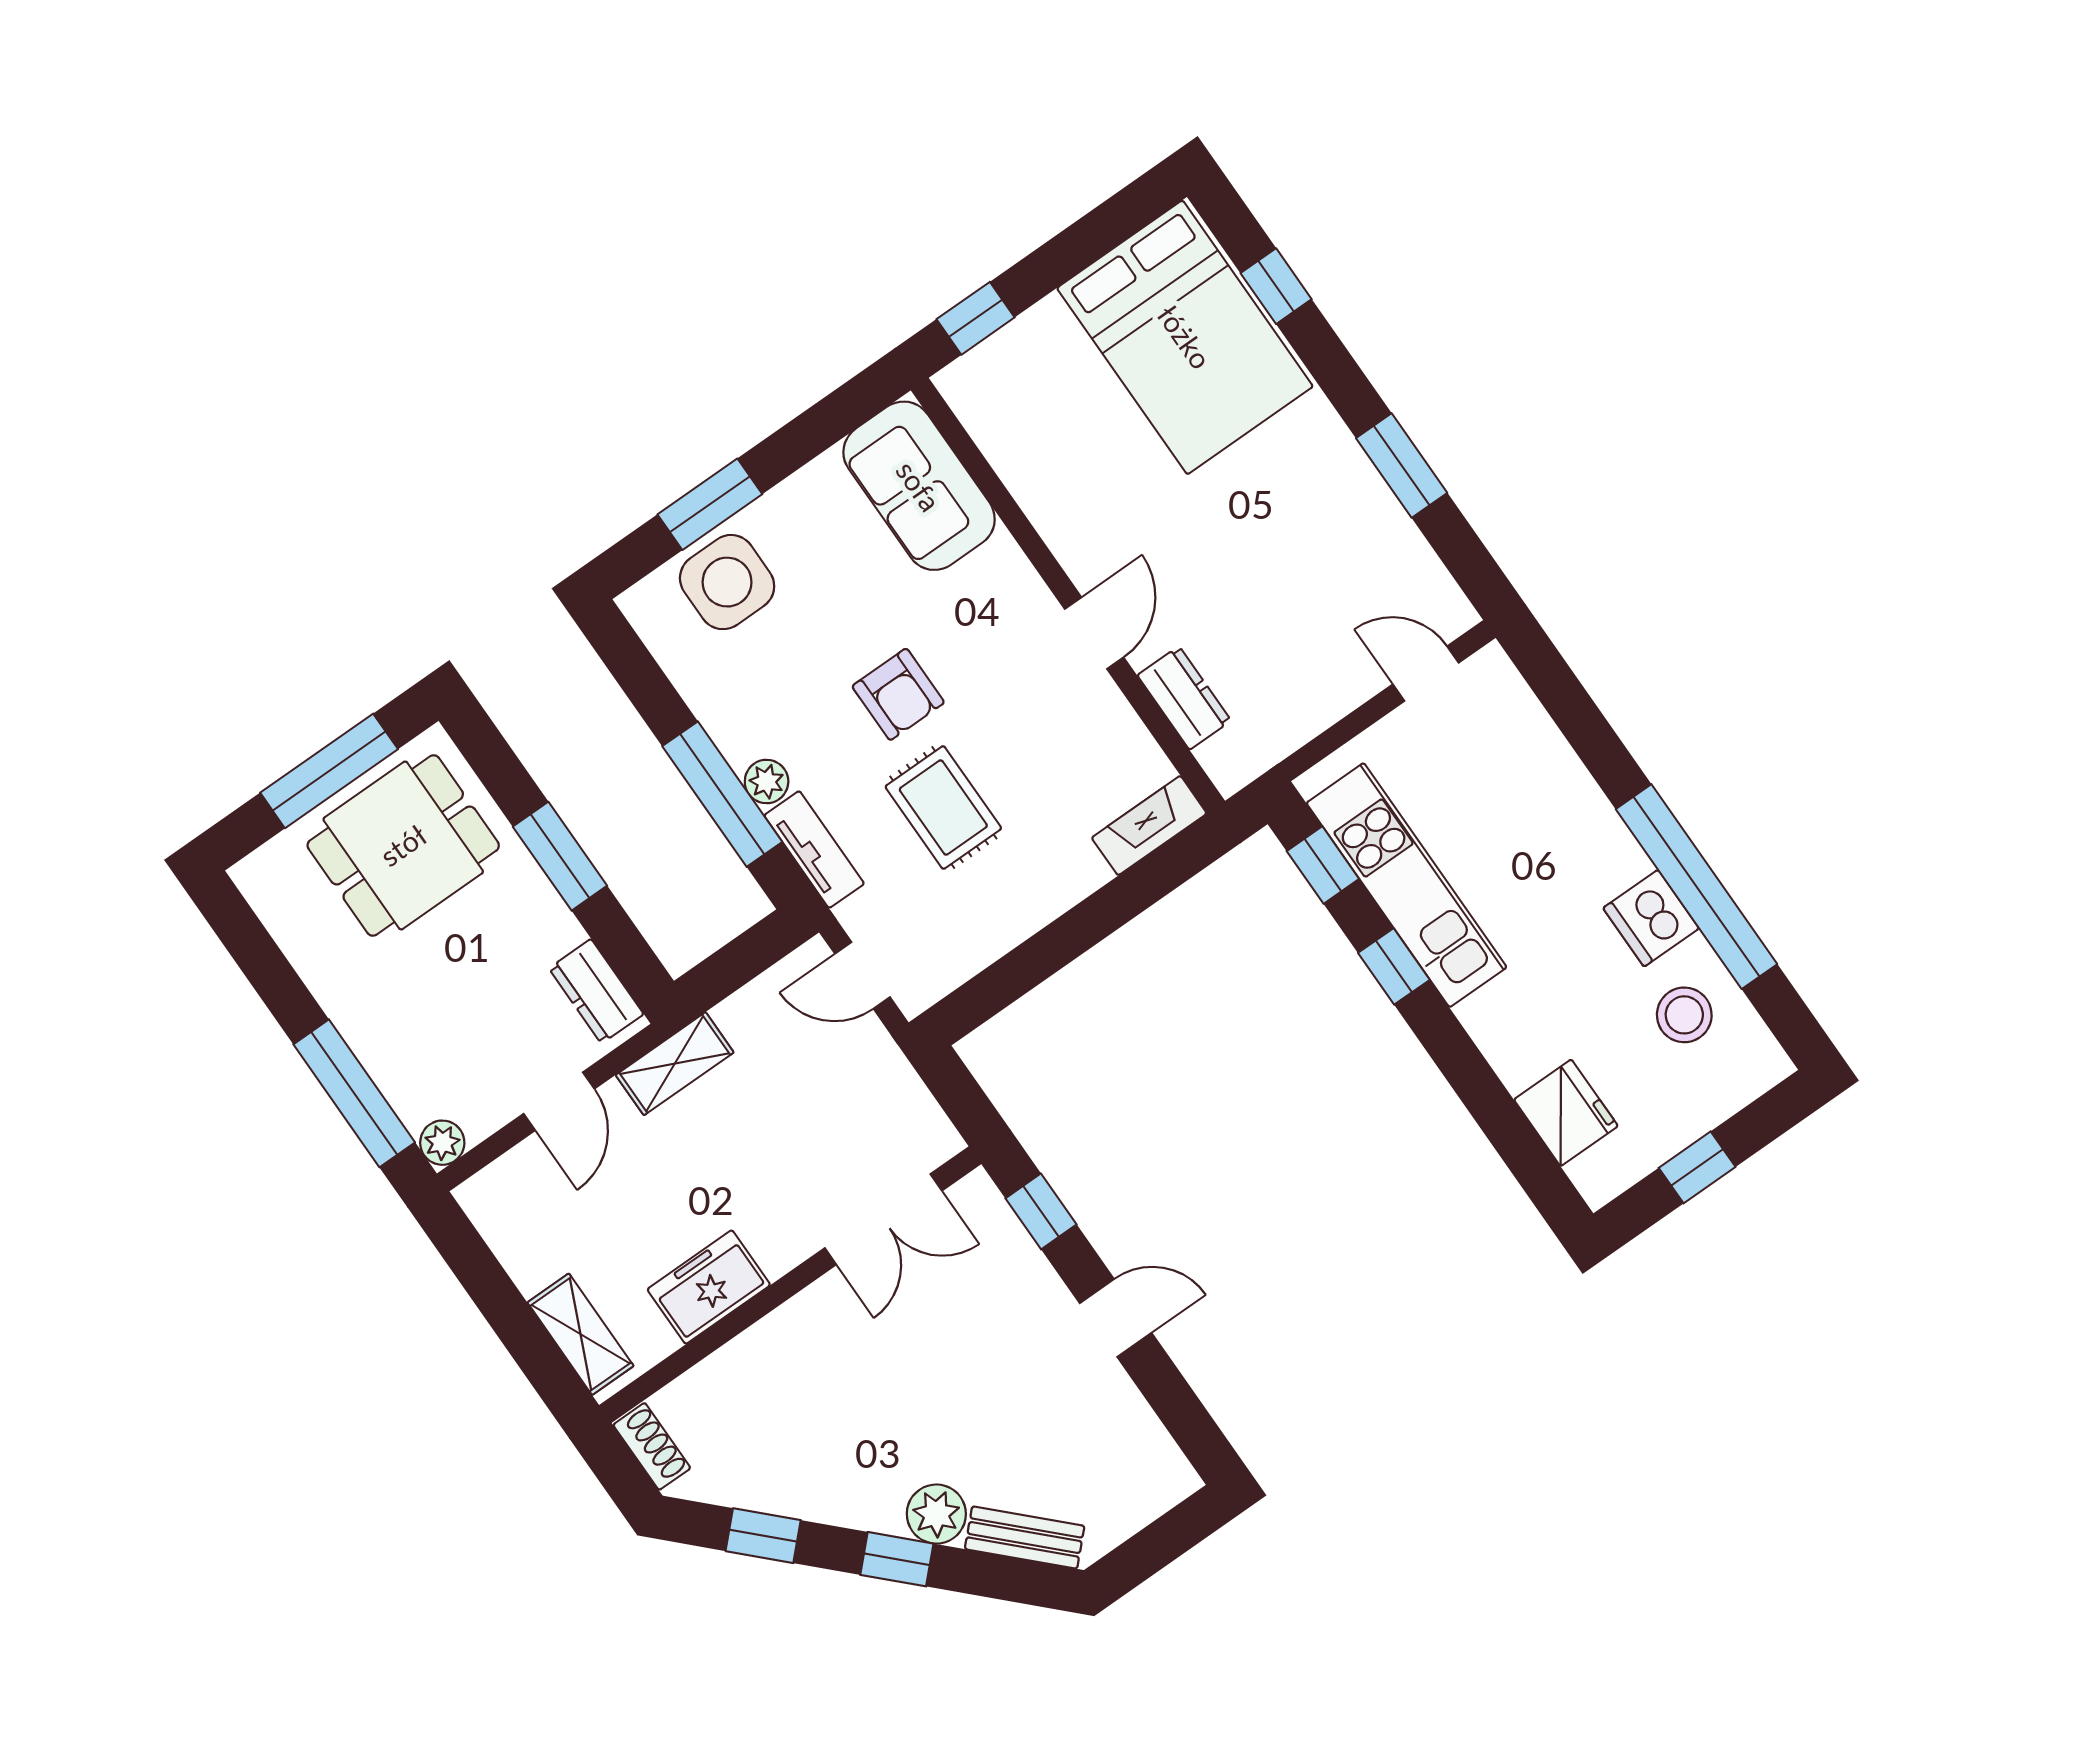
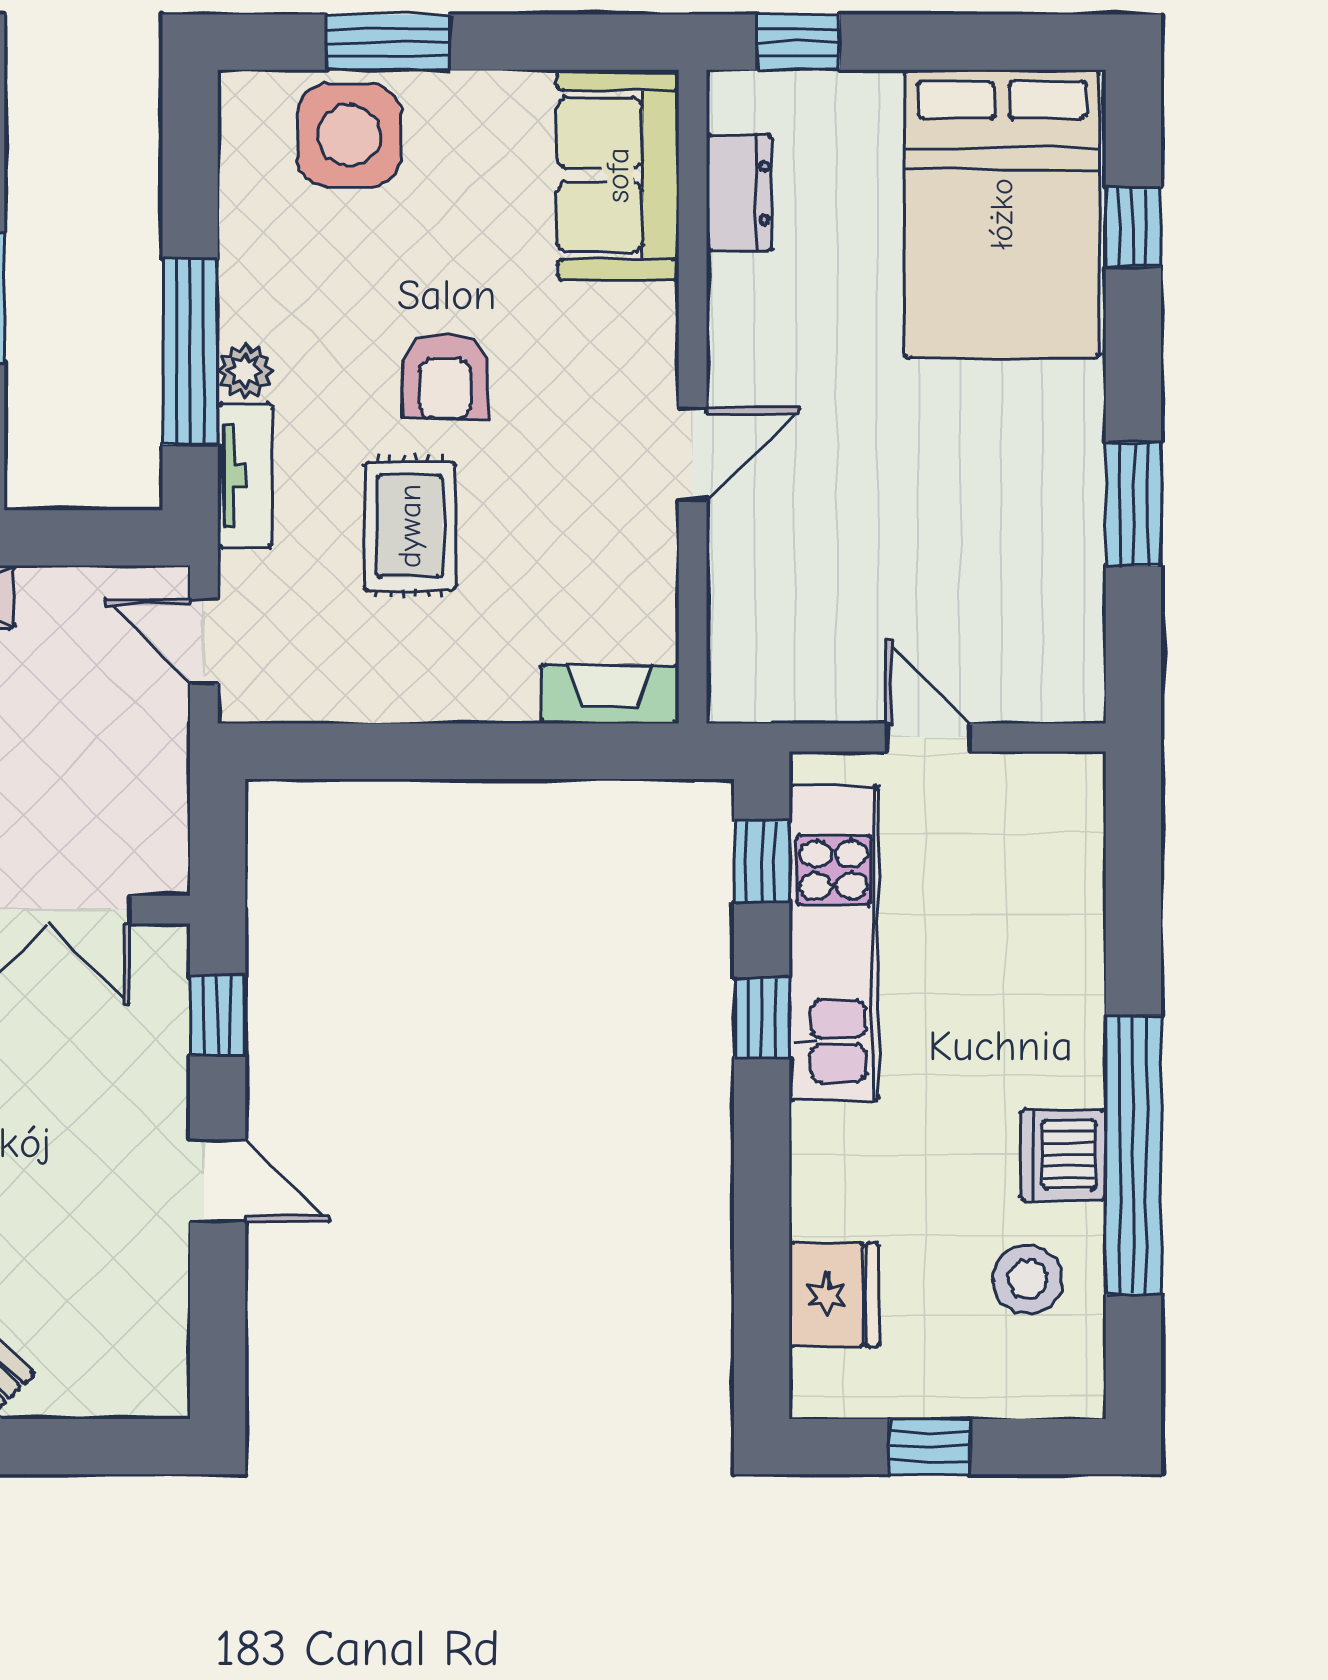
door: (1426, 674) -> (928, 737), moved
dresser: (1184, 698) -> (739, 193), moved

